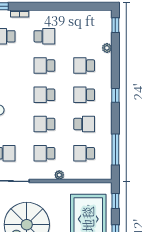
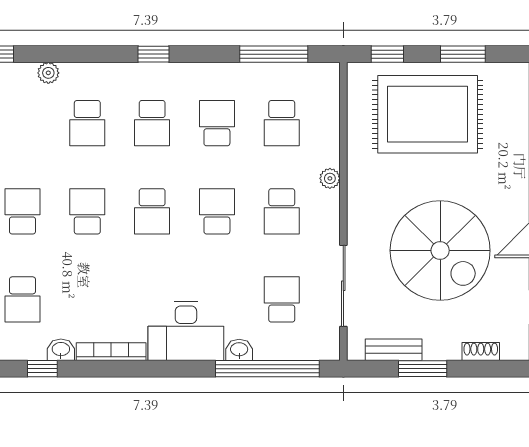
school desk: (44, 66) -> (87, 211), turned 180
school desk: (44, 124) -> (217, 211), turned 180

